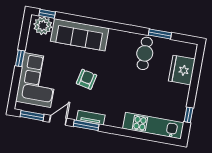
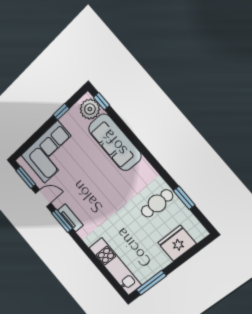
window: (20, 58) -> (61, 112), moved
armchair: (86, 79) -> (91, 184), removed
window: (189, 115) -> (151, 283), width x2.17

